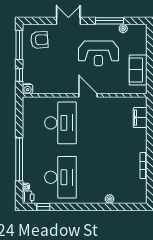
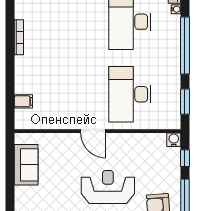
reception desk: (98, 53) -> (108, 187), moved
window: (19, 117) -> (185, 102), added
filing cabinet: (140, 118) -> (23, 101), width x0.50

